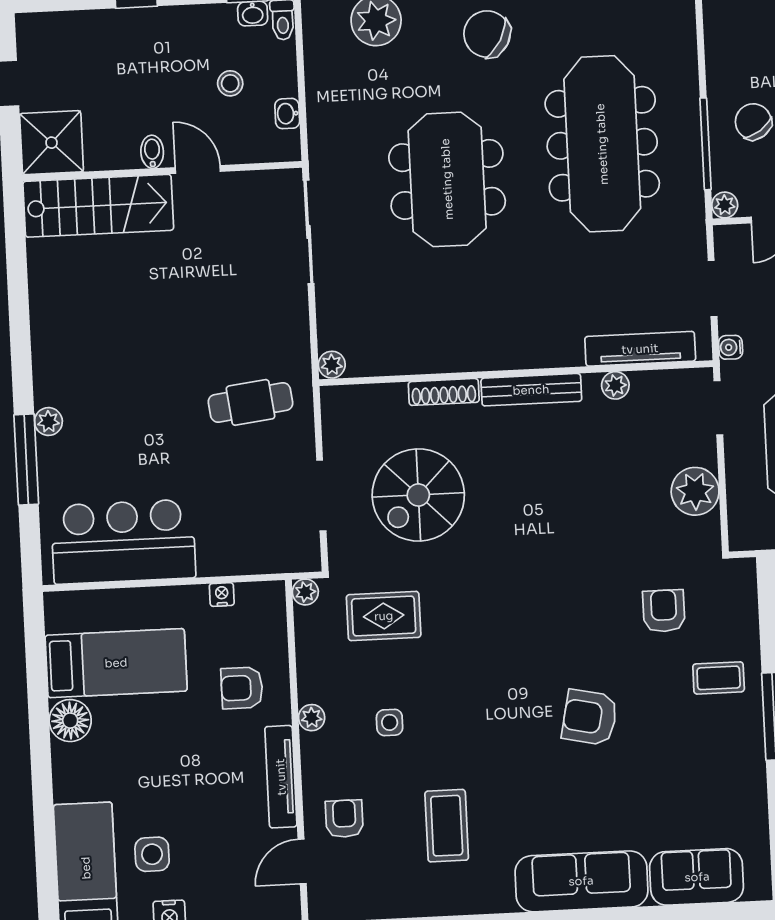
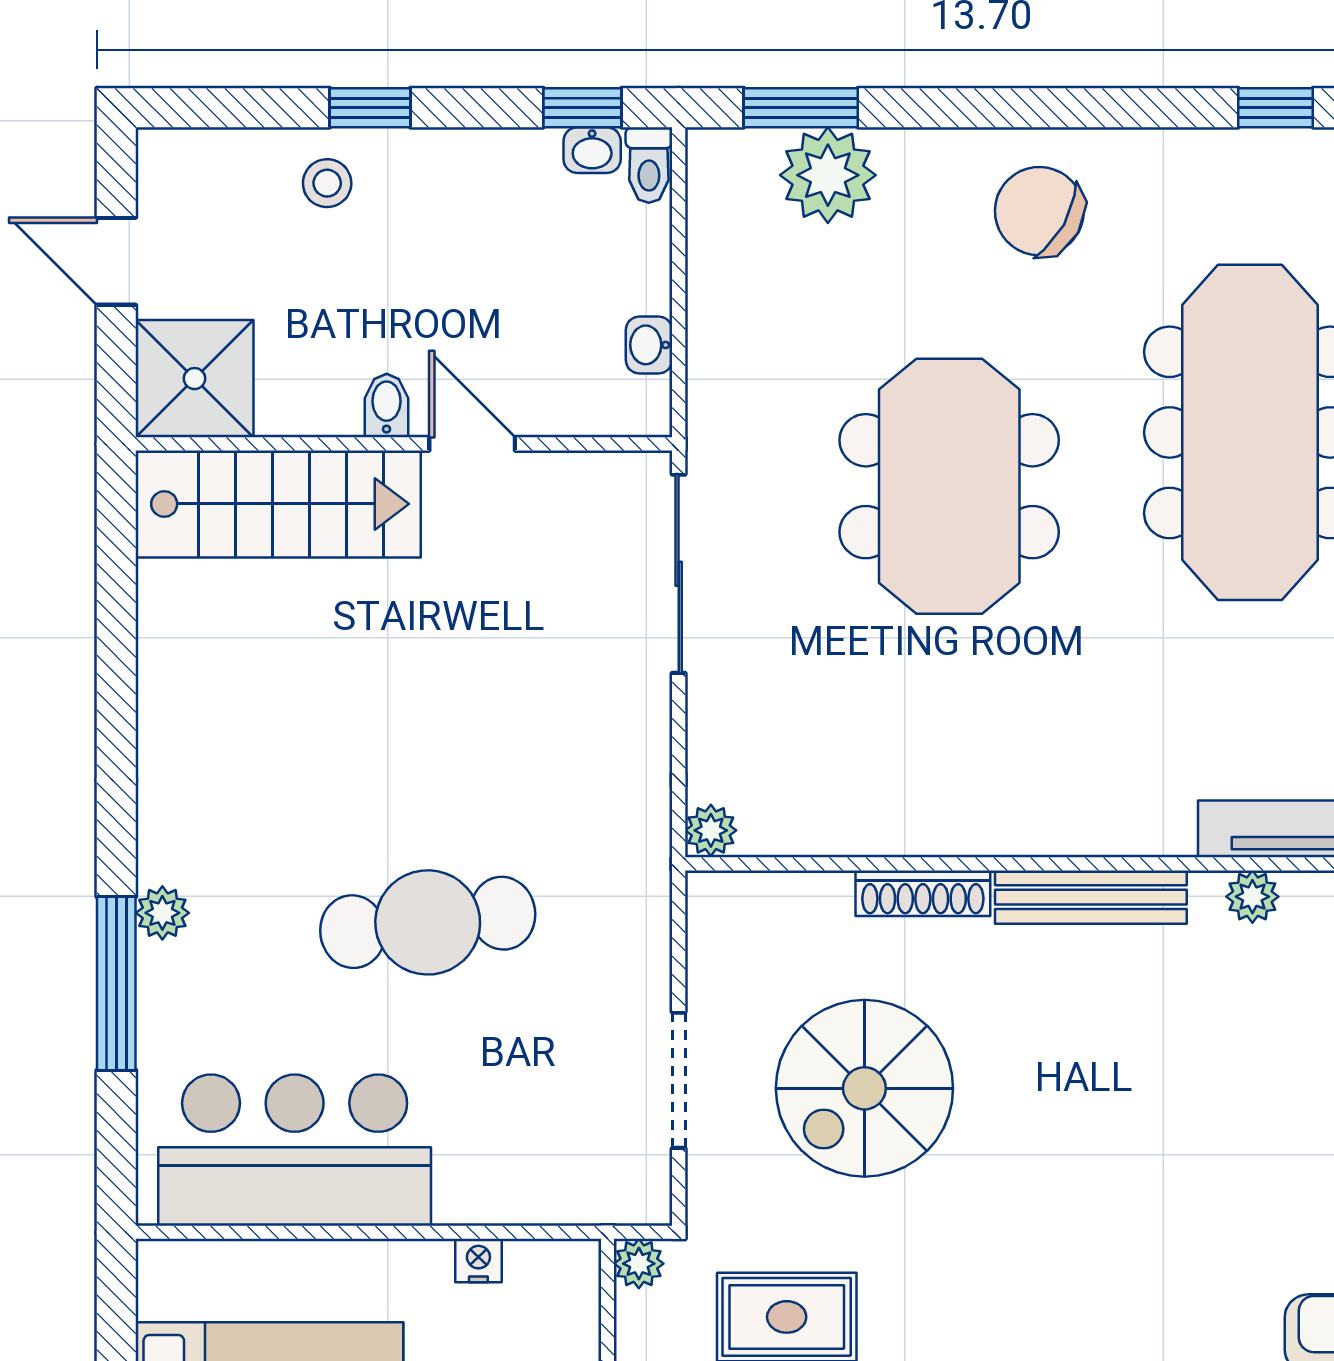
stool: (230, 83) -> (327, 183), moved
cafe table: (251, 402) -> (428, 922), moved, width x1.37, depth x1.35

